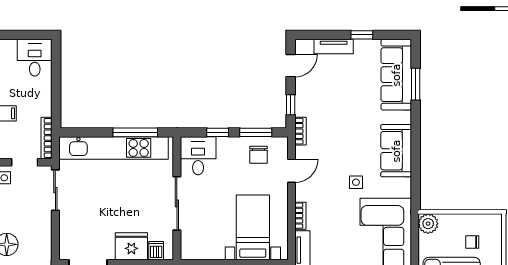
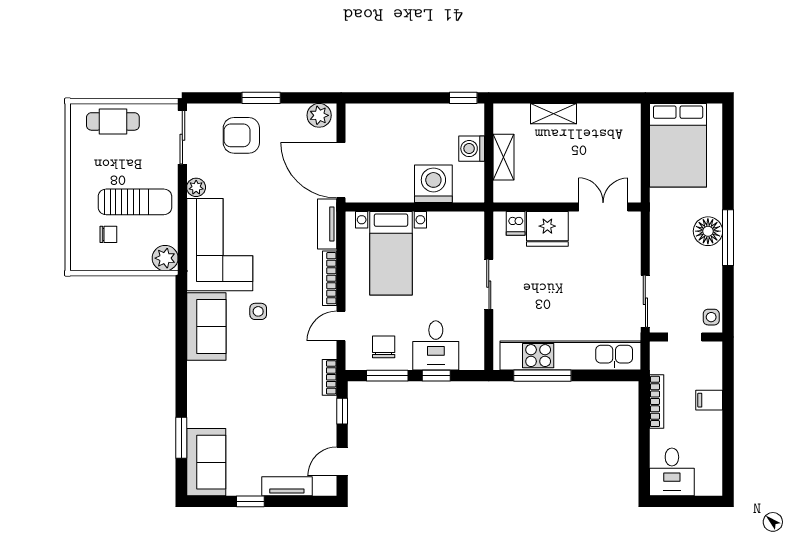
sofa: (396, 75) -> (206, 462), width x0.73
bookcase: (47, 138) -> (657, 401), moved
sofa: (396, 151) -> (206, 326), moved
desk: (198, 156) -> (436, 345), moved
sliding door: (177, 203) -> (489, 284), width x0.73
bookcase: (300, 216) -> (330, 278), width x1.56

